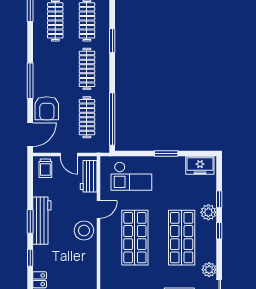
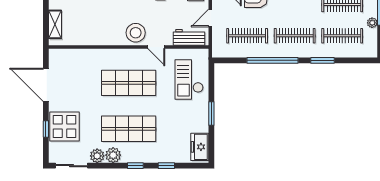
window: (112, 119) -> (272, 60), moved
plant: (208, 212) -> (113, 155), moved

